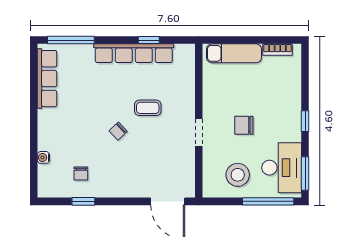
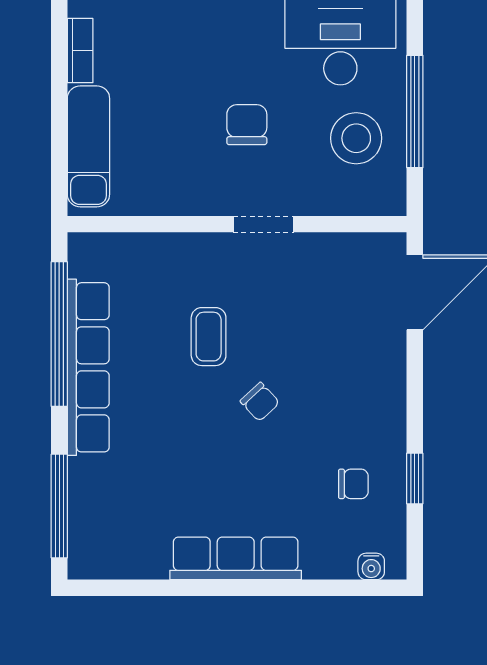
window: (149, 40) -> (59, 334), width x3.17
row of seats: (47, 79) -> (236, 558), moved
chair: (244, 125) -> (247, 125), turned 180
water cooler: (43, 157) -> (371, 566), moved
window: (268, 201) -> (415, 111), moved

